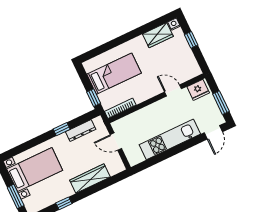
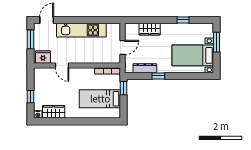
door: (116, 142) -> (123, 48), hinge flipped
wardrobe: (90, 179) -> (150, 29), width x0.67

